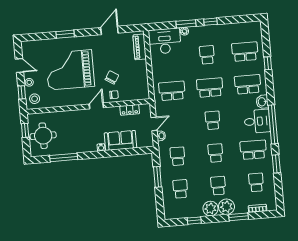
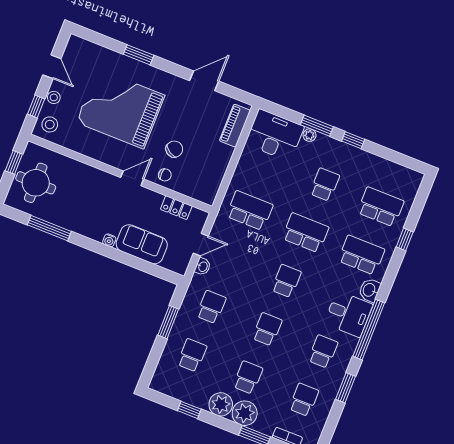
school desk: (253, 150) -> (323, 352), width x0.54

